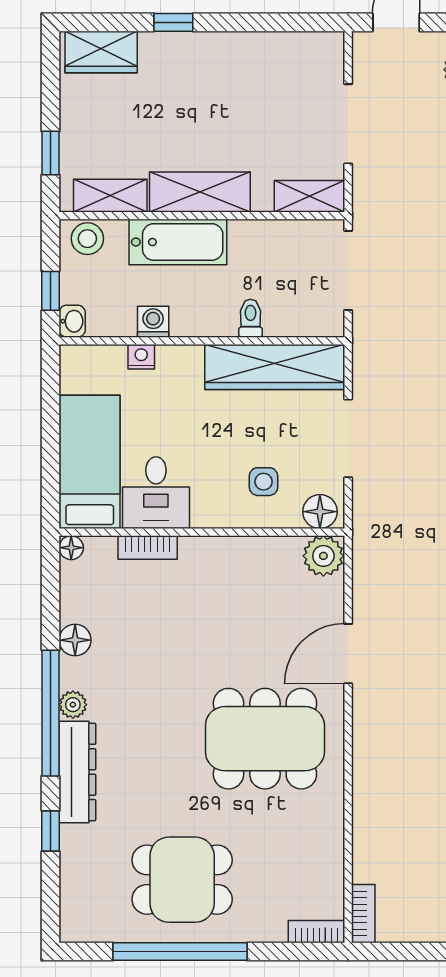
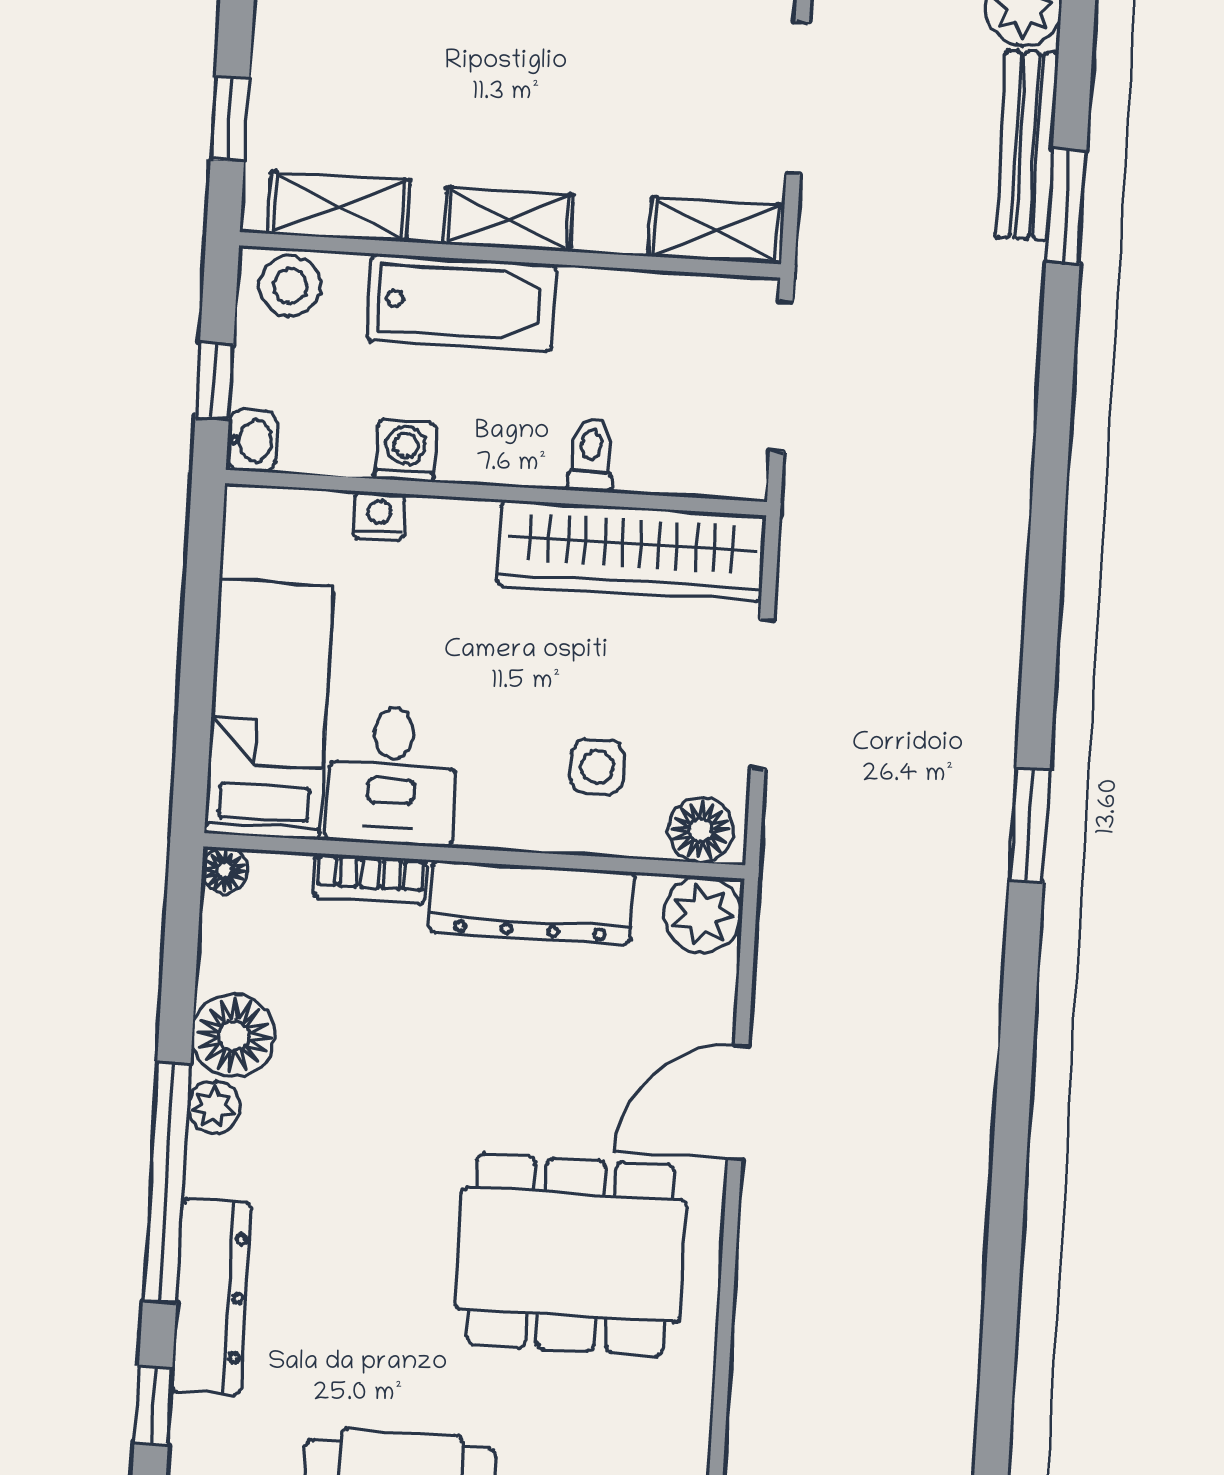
shelving: (200, 192) -> (509, 219), width x0.67, depth x0.75
dresser: (233, 555) -> (531, 902), added
floor lamp: (75, 640) -> (233, 1036), width x1.38, depth x1.38
plant: (73, 705) -> (214, 1107), moved

